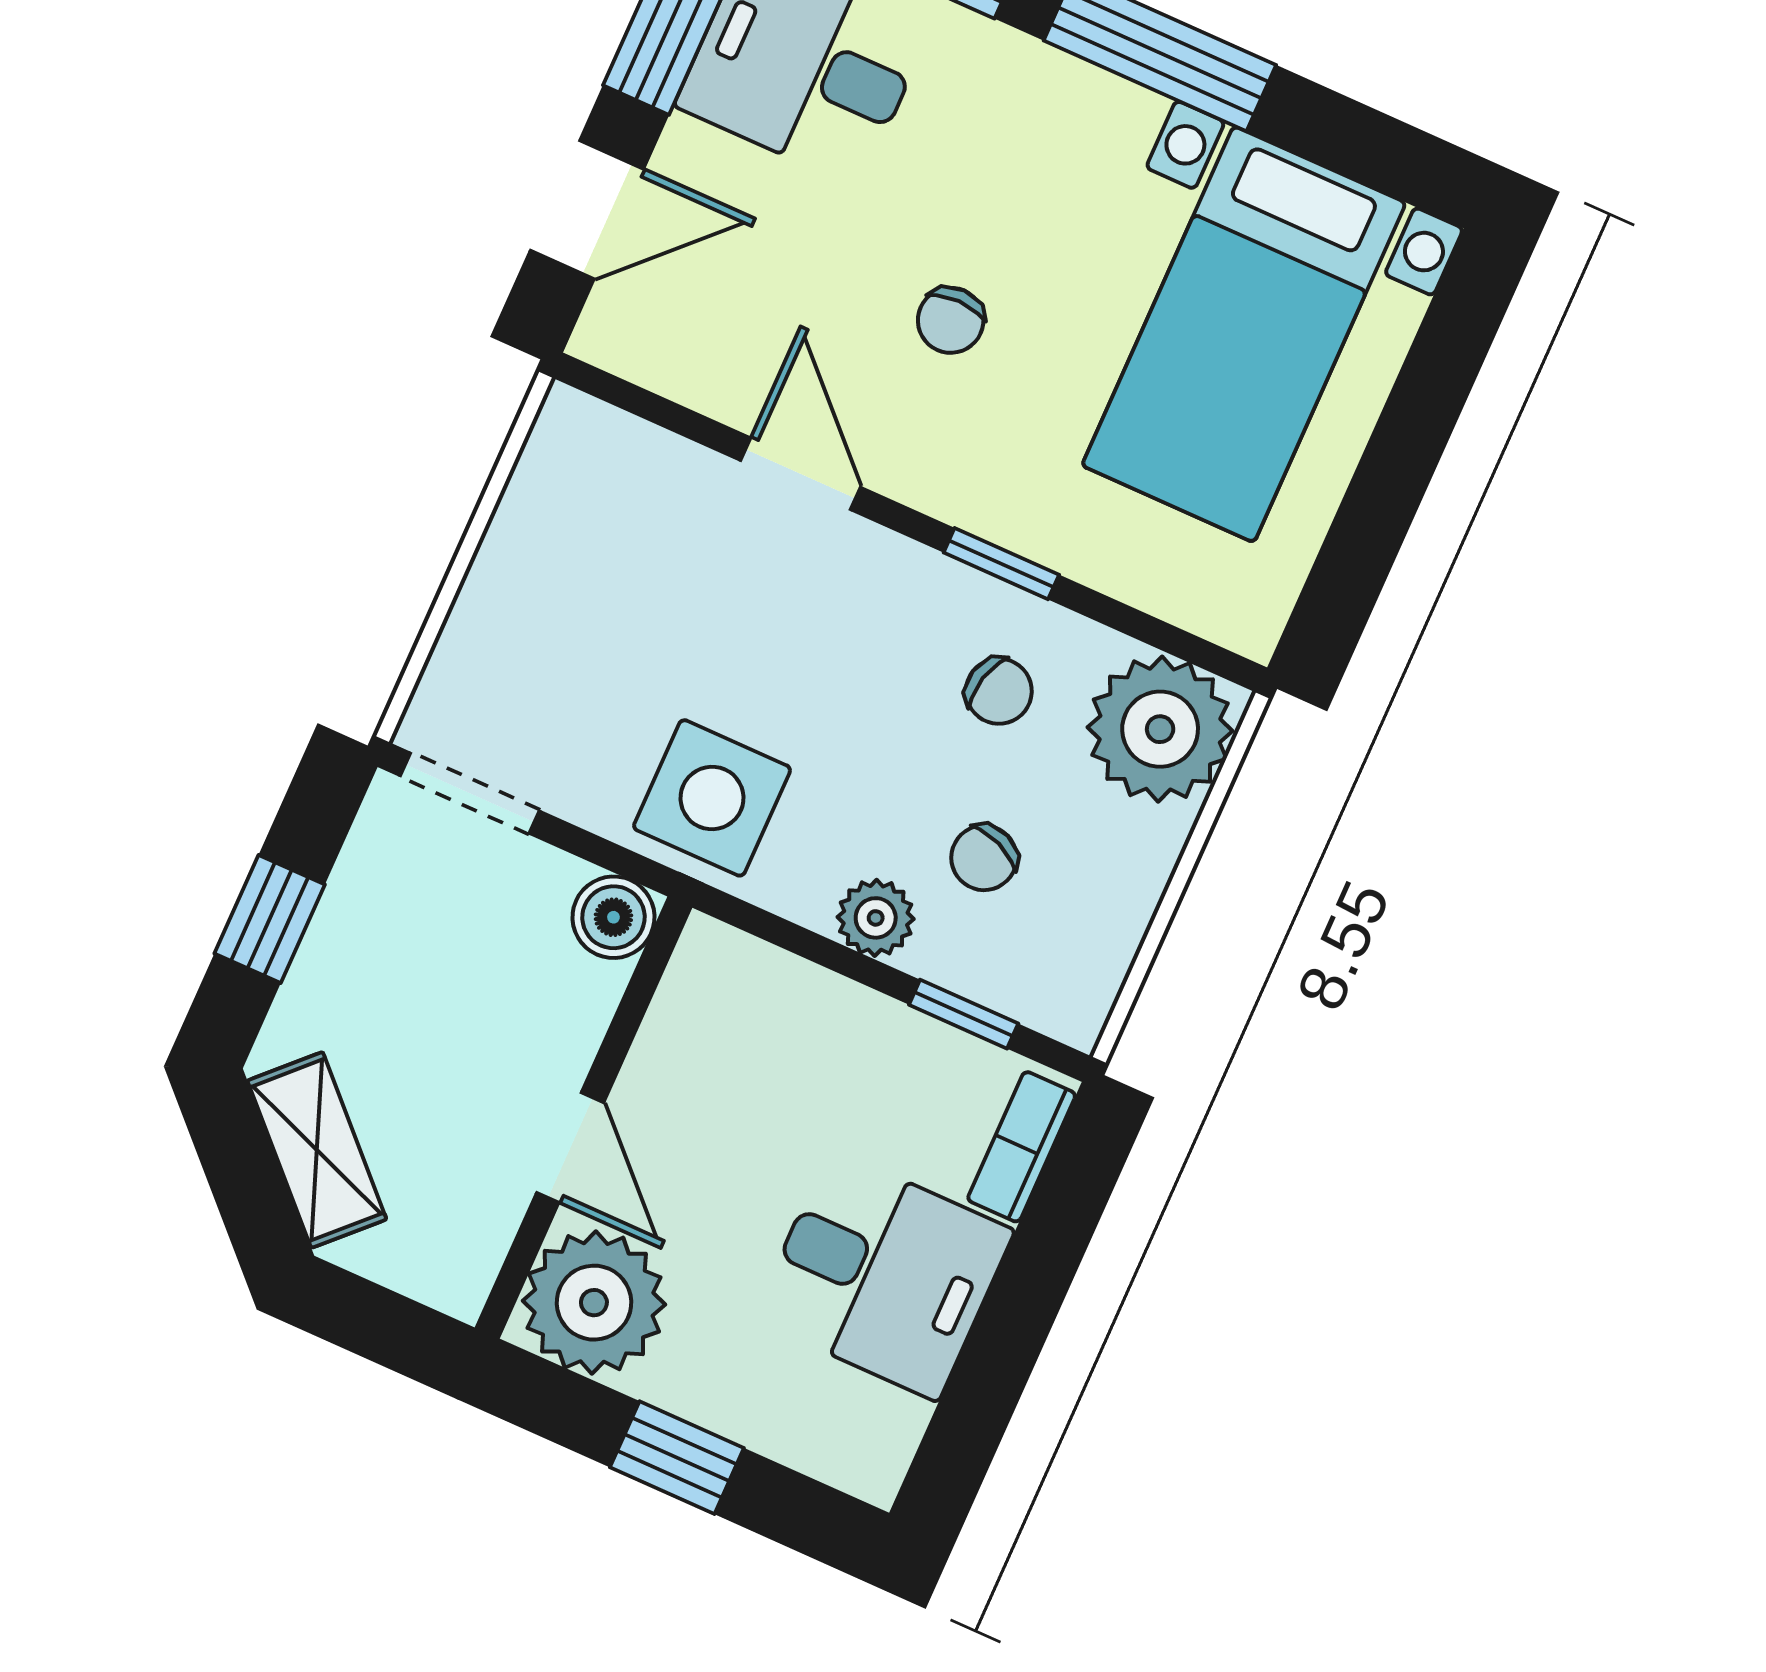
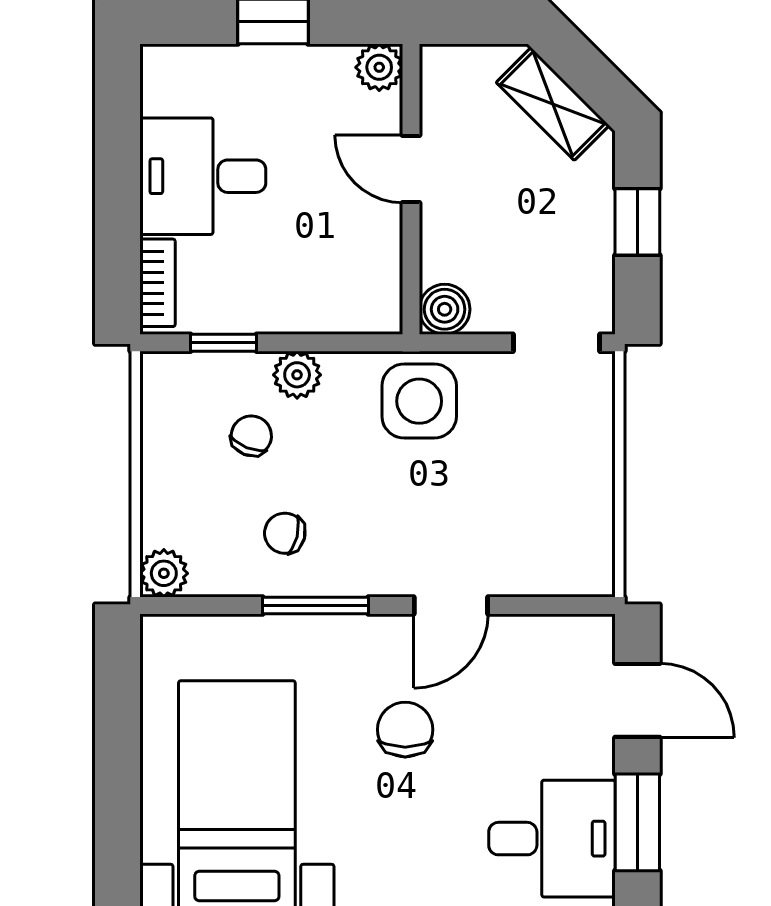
door: (587, 210) -> (637, 700), swing flipped
chair: (951, 320) -> (405, 730), width x1.37, depth x1.37
door: (801, 474) -> (451, 606), hinge flipped
window: (1001, 564) -> (316, 606), width x1.50
plant: (1160, 729) -> (164, 573), width x0.53, depth x0.53
plant: (594, 1303) -> (379, 67), width x0.53, depth x0.53

